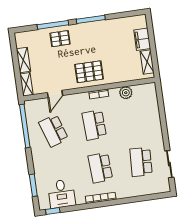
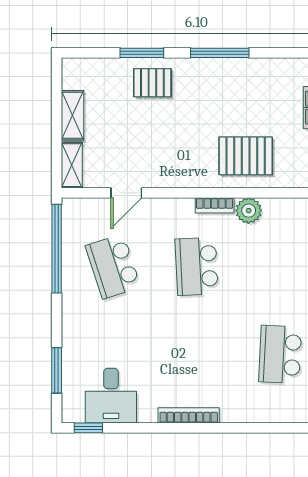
window: (53, 25) -> (142, 53), width x0.69
pallet: (89, 72) -> (246, 156), moved
plant: (126, 93) -> (249, 211), moved
school desk: (100, 168) -> (197, 354), removed

